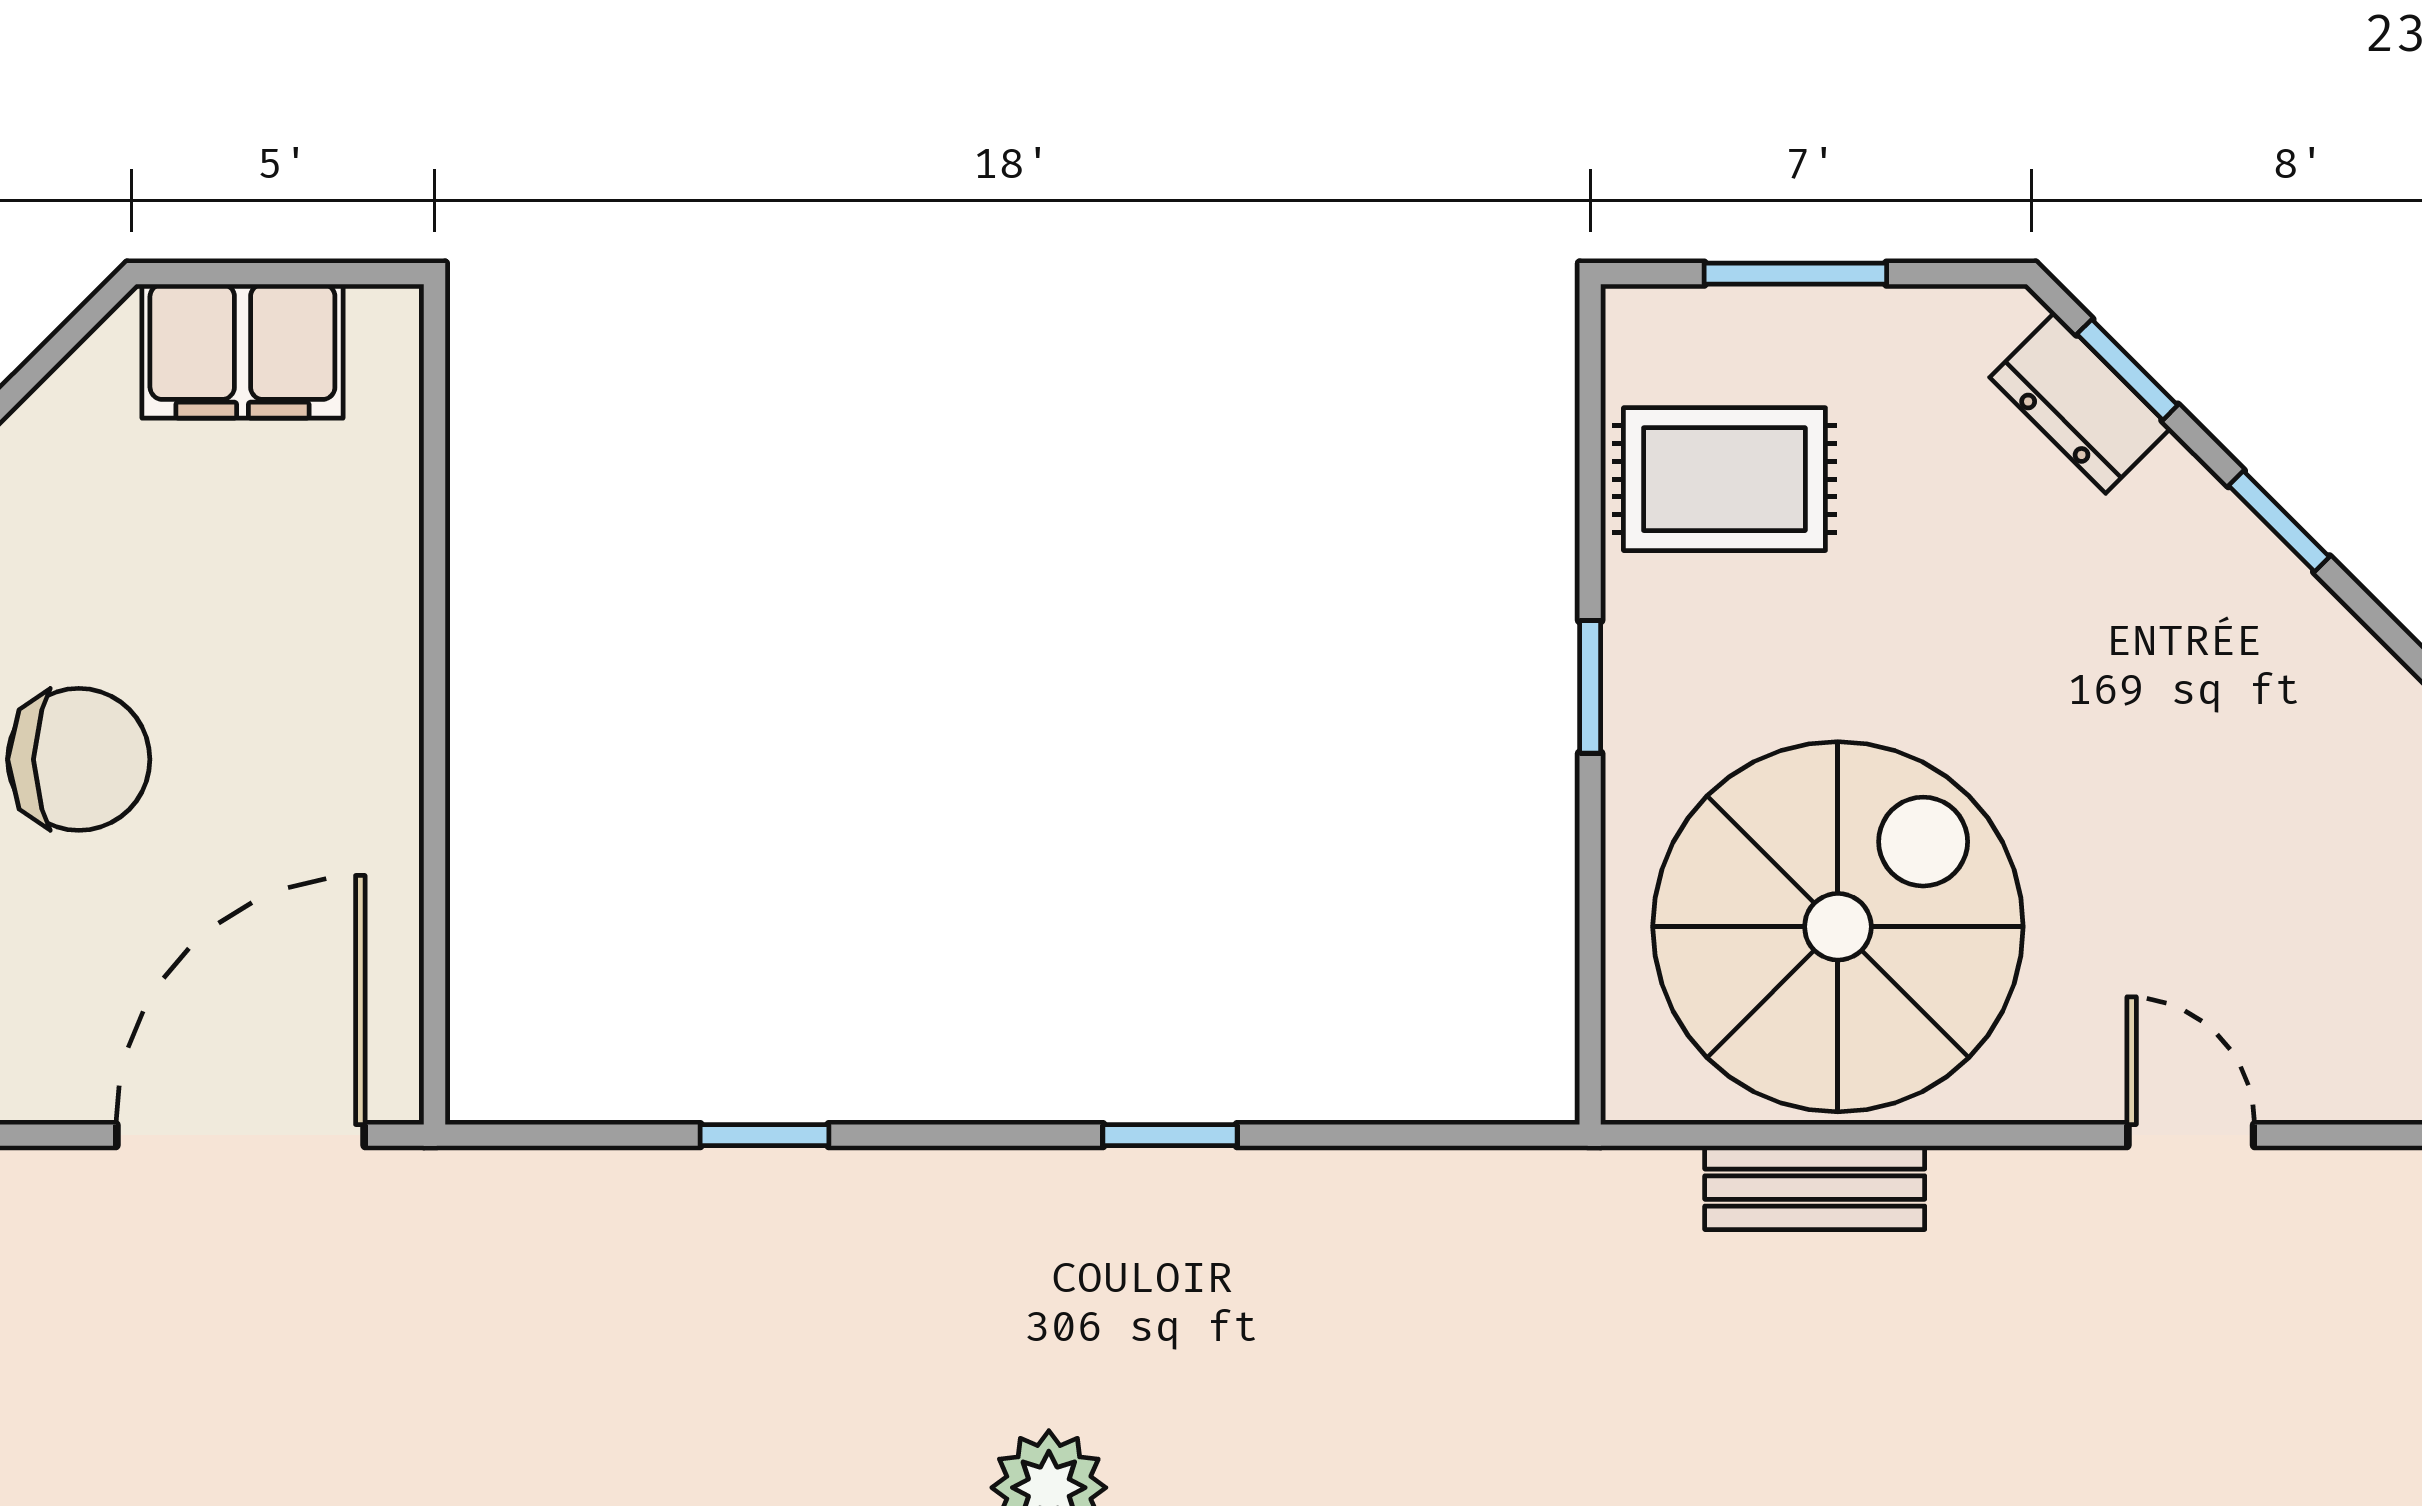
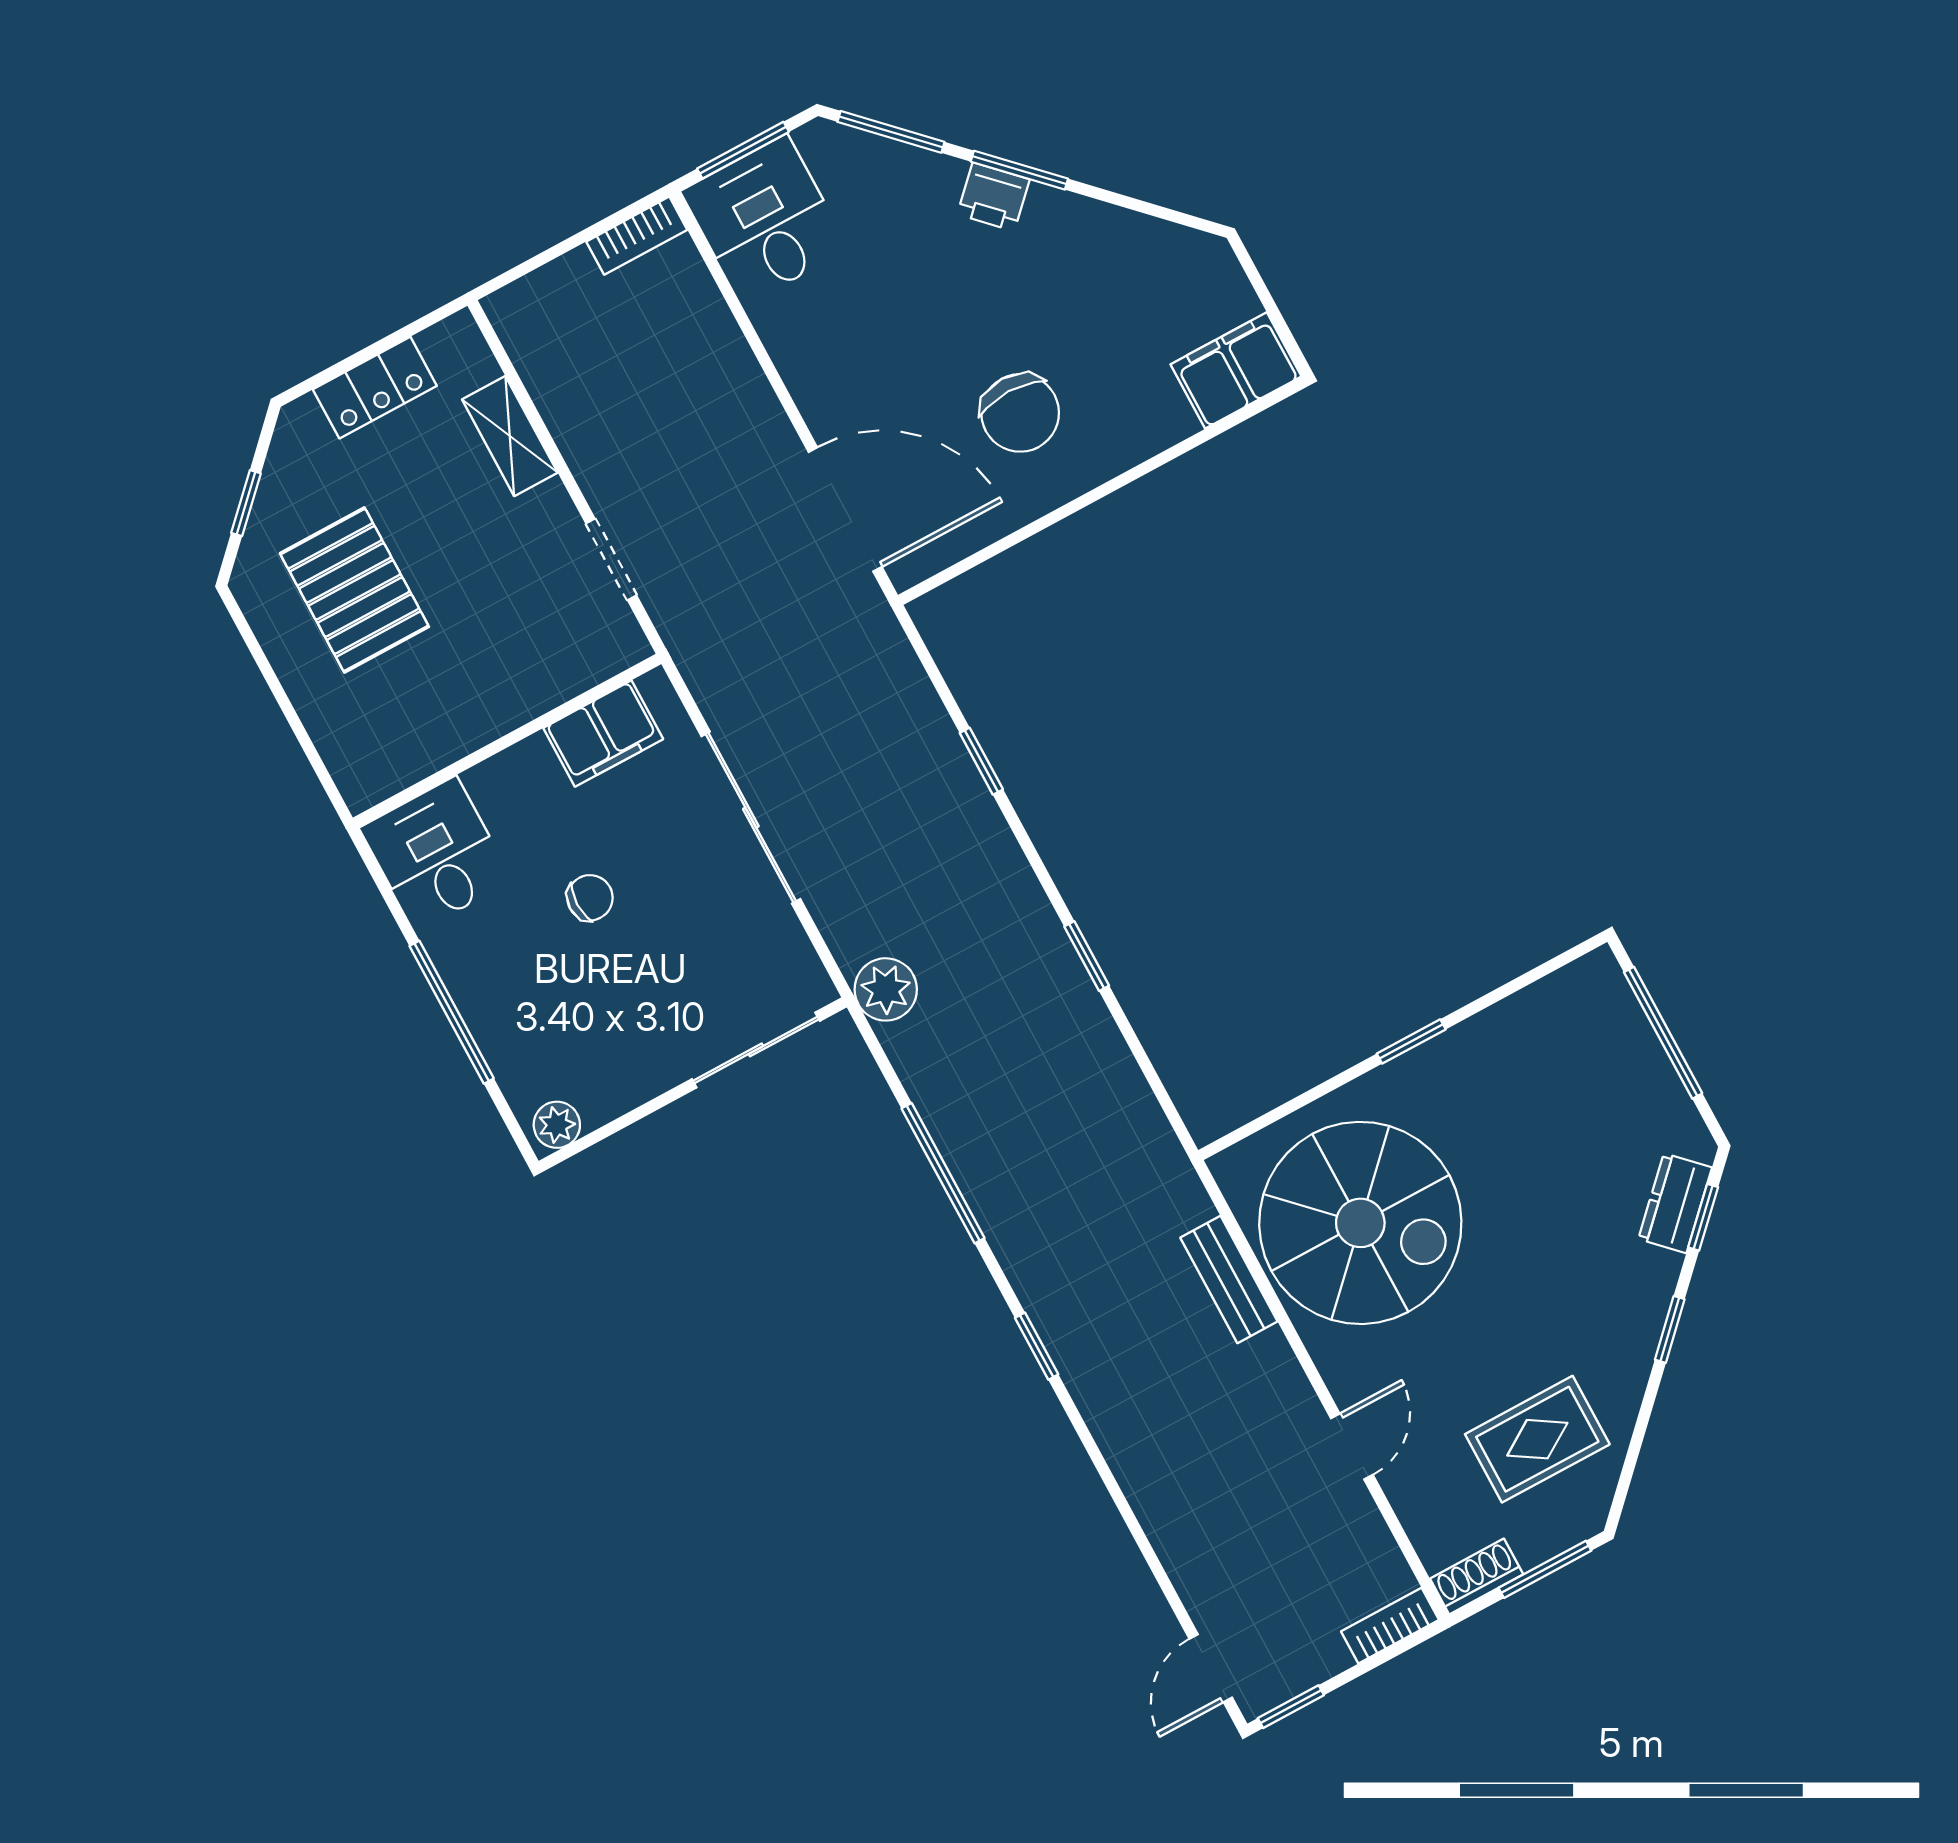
window: (1795, 274) -> (1663, 1033), width x1.44
filing cabinet: (242, 351) -> (1236, 370), moved, turned 90
rug: (1724, 479) -> (1537, 1439), moved, turned 90
chair: (79, 759) -> (1020, 413), moved

